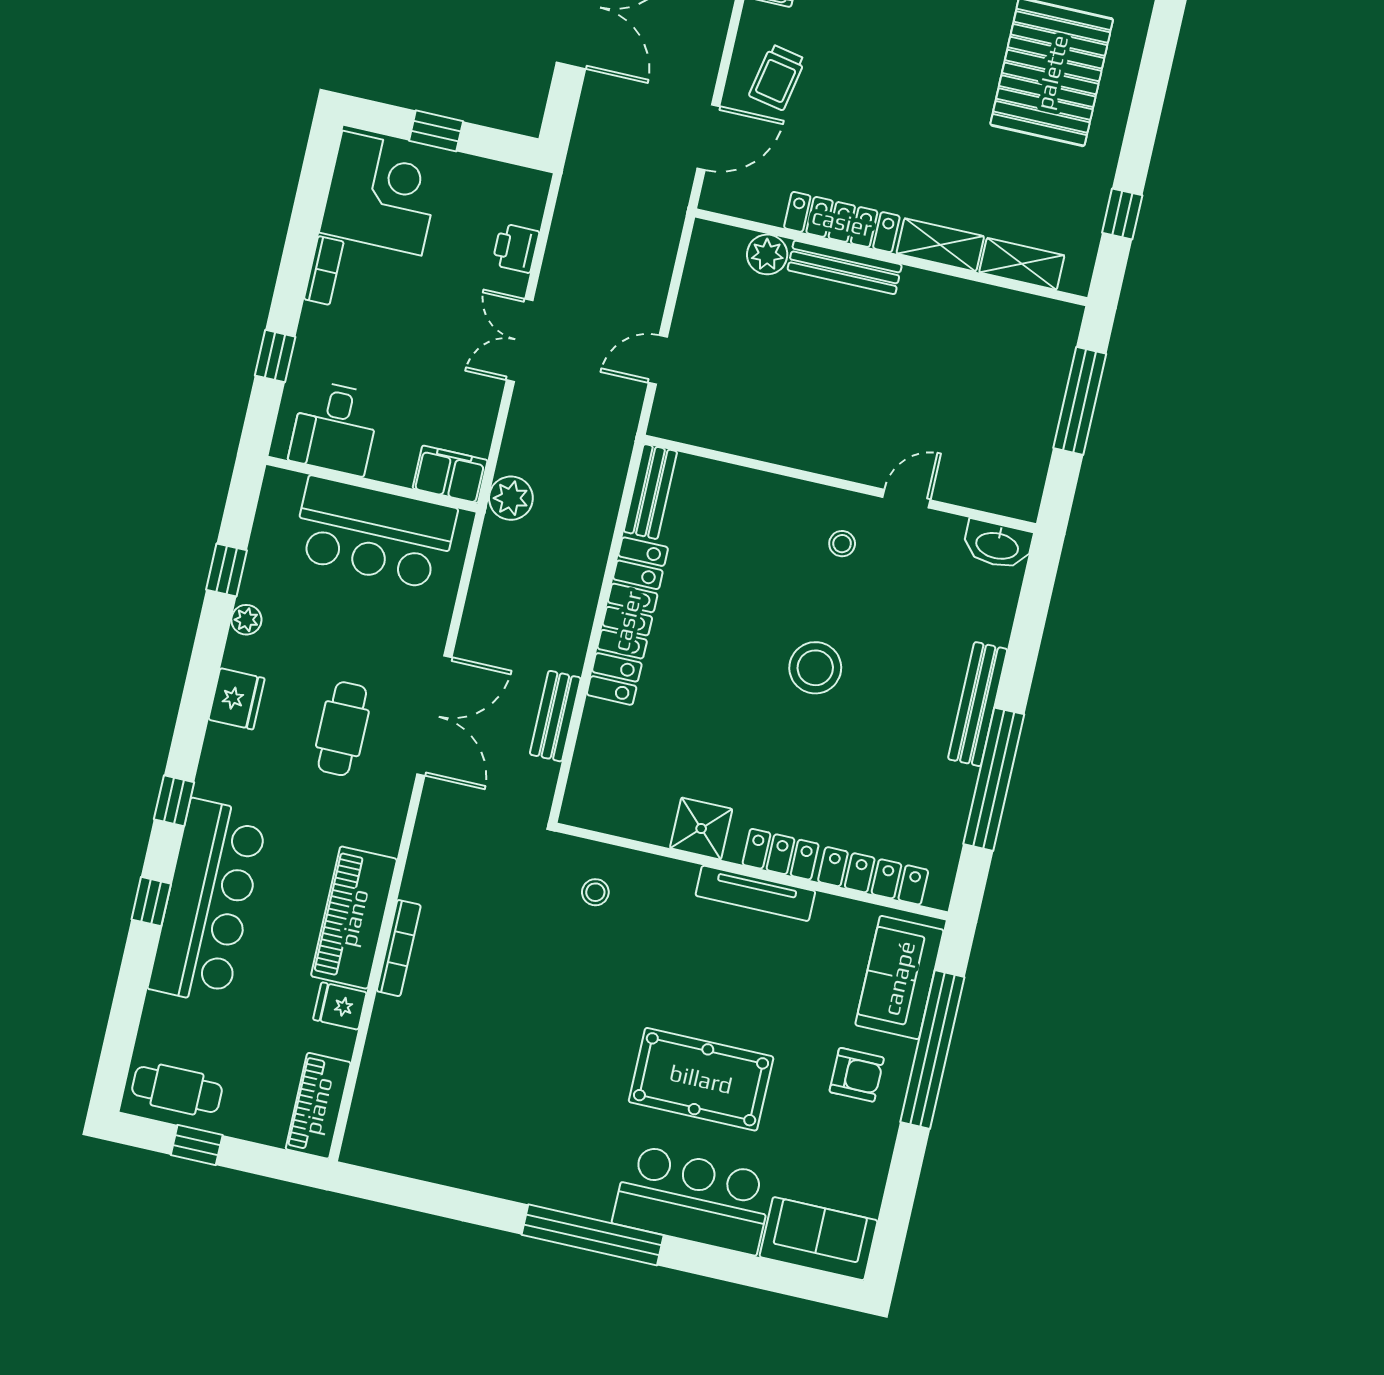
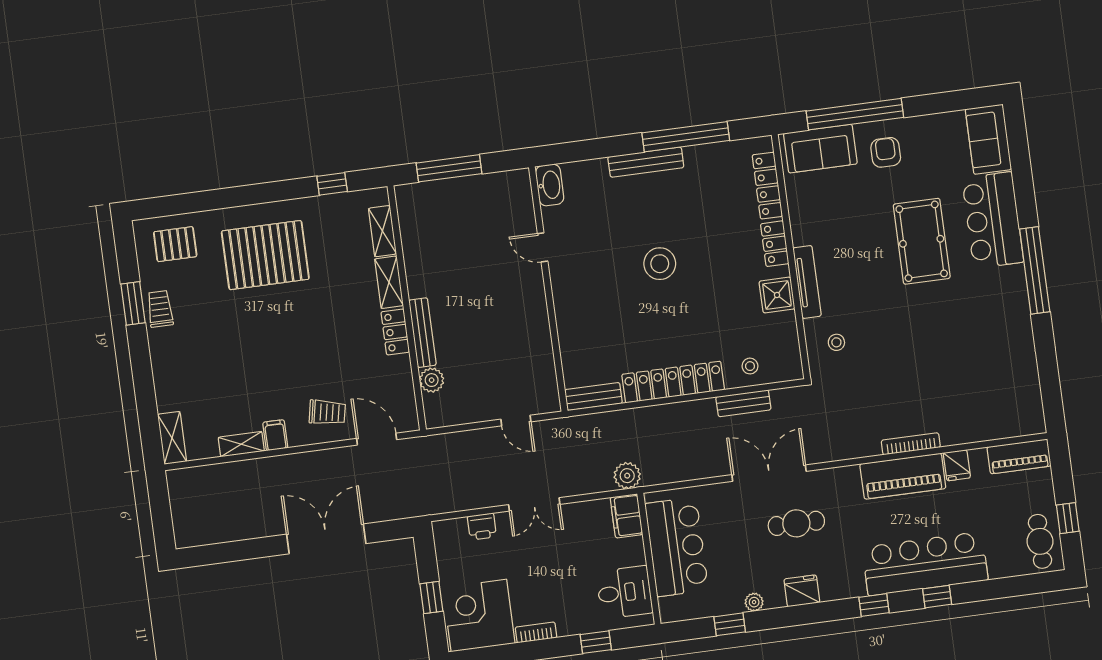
locker: (842, 222) -> (395, 332), width x0.66
stool: (842, 544) -> (750, 366), moved
tv unit: (755, 893) -> (807, 282), moved

